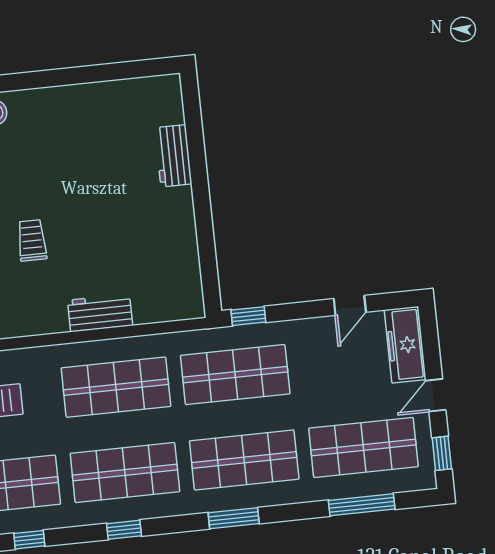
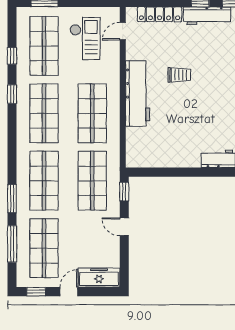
door: (350, 305) -> (124, 227), moved
workbench: (100, 313) -> (138, 93), width x1.88, depth x1.32
door: (436, 395) -> (69, 292), hinge flipped
window: (234, 518) -> (12, 199), moved
window: (124, 530) -> (12, 94), moved

